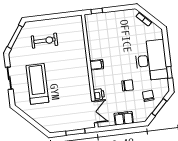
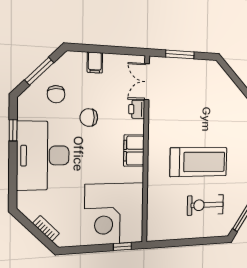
corner desk: (104, 30) -> (114, 214), added
filing cabinet: (97, 65) -> (134, 151), width x2.00
treadmill: (37, 84) -> (199, 162), moved, turned -90
filing cabinet: (124, 118) -> (95, 63), width x0.50

